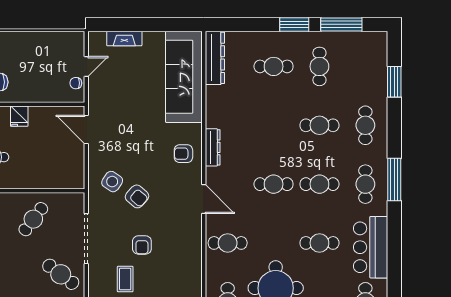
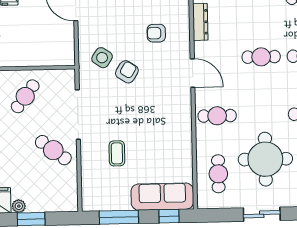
armchair: (183, 154) -> (156, 33), moved
armchair: (137, 196) -> (127, 72), turned -99
armchair: (142, 245) -> (133, 120), removed

